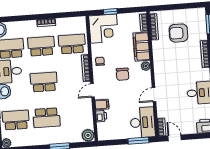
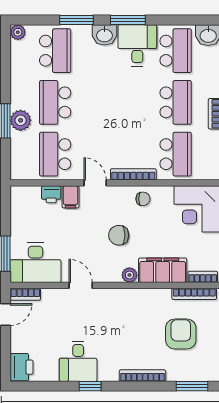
school desk: (44, 82) -> (55, 154), moved, turned 180
plant: (88, 135) -> (21, 120), moved

